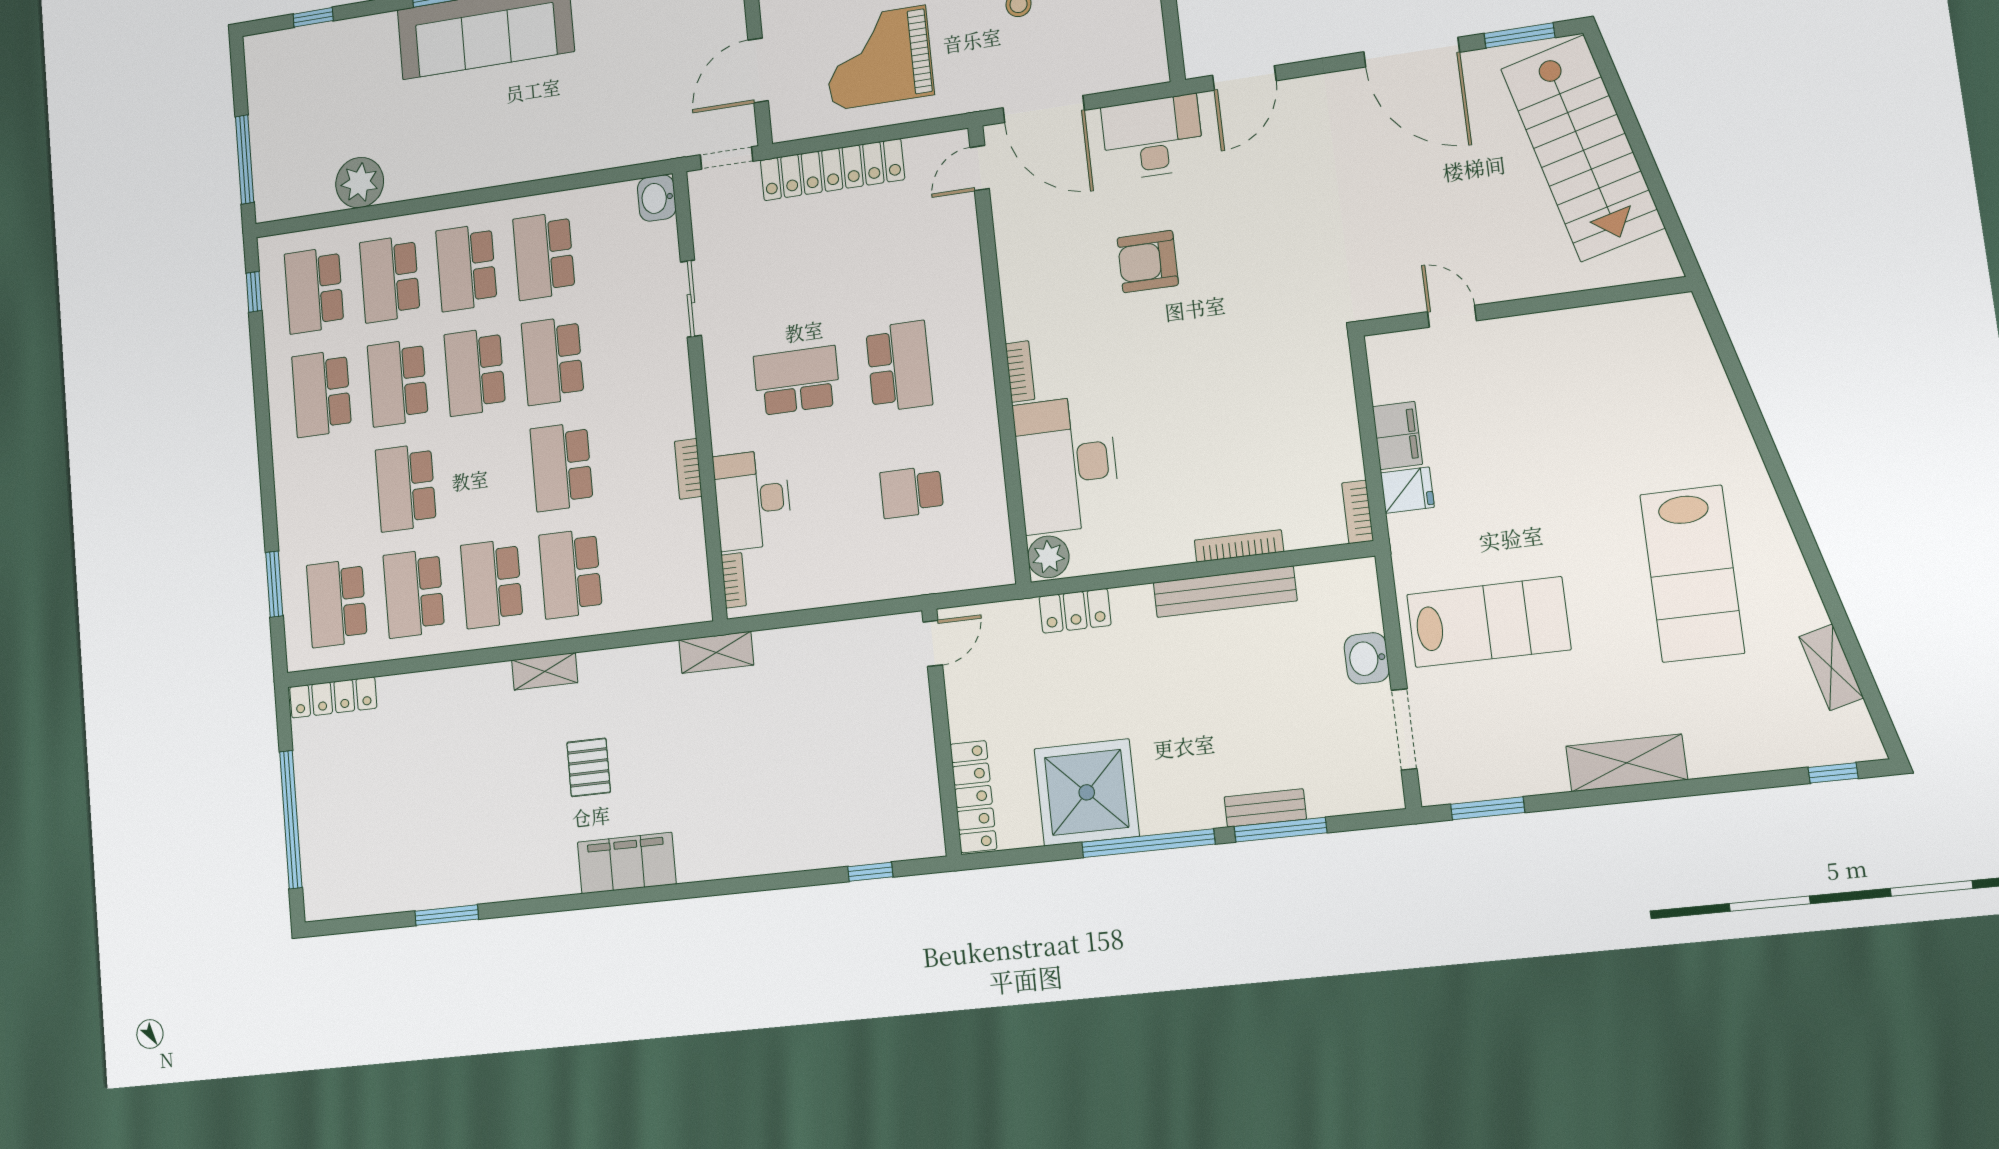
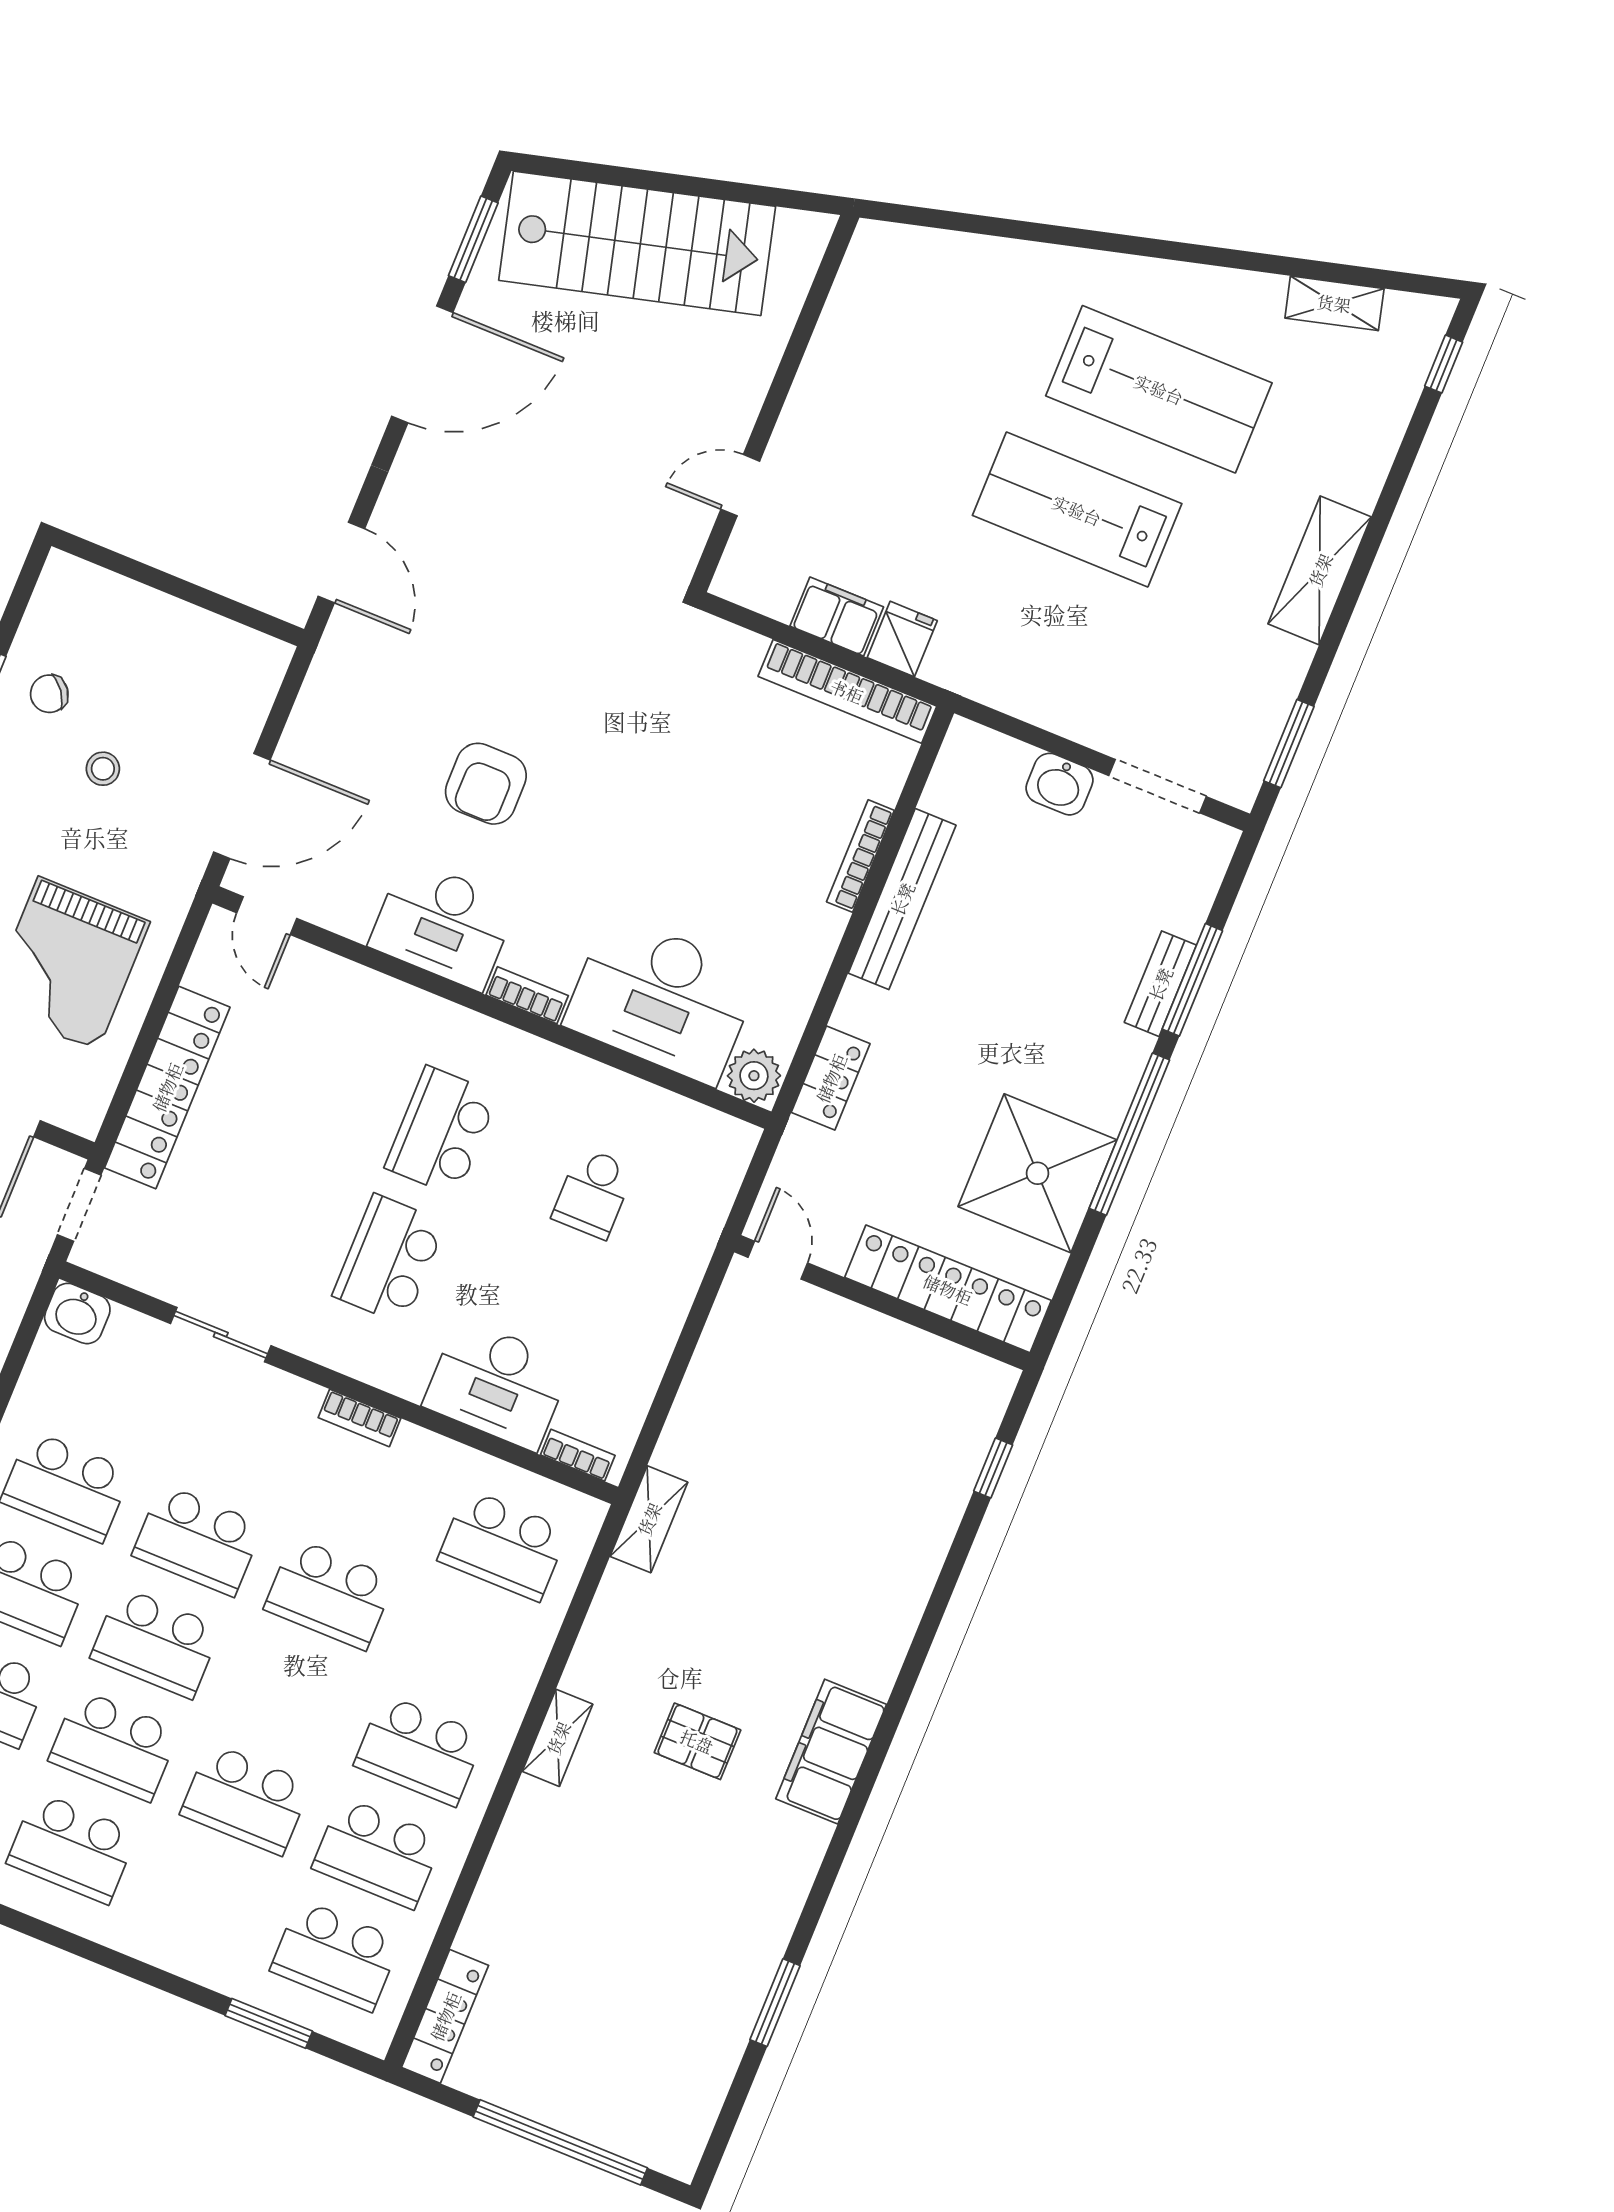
desk: (1152, 137) -> (443, 924), moved, turned -90
school desk: (899, 366) -> (441, 1131), turned -90
bookcase: (688, 469) -> (360, 1418), moved
bookcase: (1358, 512) -> (847, 691), width x2.31, depth x1.31
school desk: (571, 574) -> (503, 1545), moved
lab bench: (1489, 622) -> (1077, 510), moved, turned -90
locker: (973, 797) -> (948, 1289), width x1.41, depth x1.21

